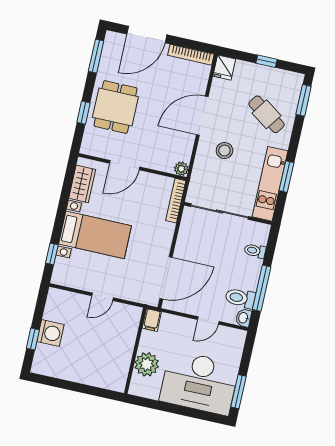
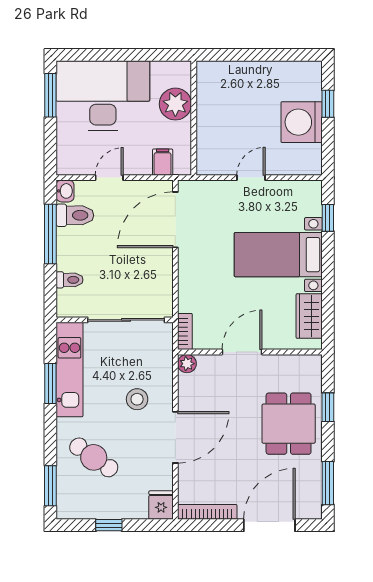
door: (125, 165) -> (242, 352), moved
bookcase: (176, 201) -> (185, 332), width x0.64
filing cabinet: (152, 320) -> (163, 162), moved
washing machine: (50, 333) -> (302, 122), width x1.37, depth x1.37

